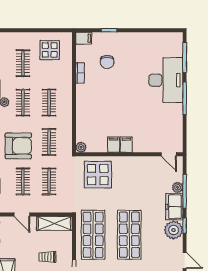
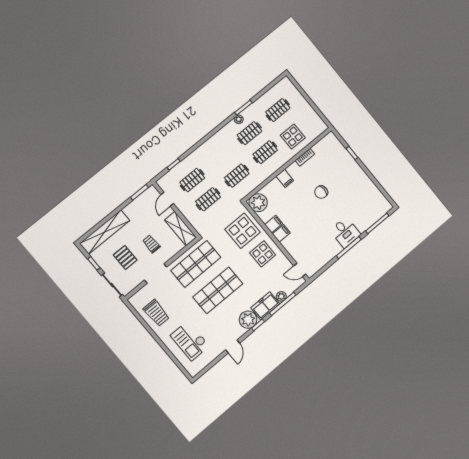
filing cabinet: (84, 38) -> (285, 178), moved
display table: (50, 50) -> (293, 136), moved
chair: (107, 62) -> (321, 192), moved
desk: (166, 80) -> (345, 232), width x0.53, depth x0.77
armchair: (18, 146) -> (215, 155), removed
plant: (81, 147) -> (258, 203), width x1.87, depth x1.87
door: (169, 154) -> (300, 270), hinge flipped
display table: (130, 174) -> (263, 254), added

